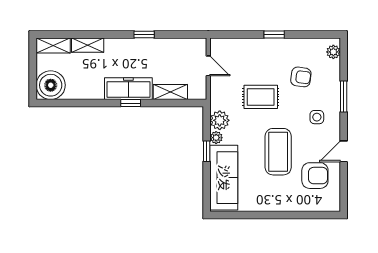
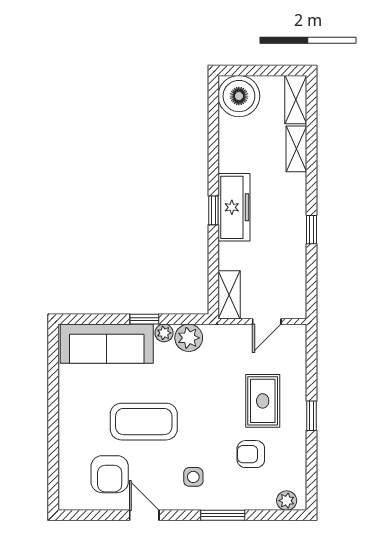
armchair: (301, 77) -> (251, 454), turned 82
shelving: (170, 92) -> (229, 295), moved
rug: (261, 97) -> (263, 401), moved

